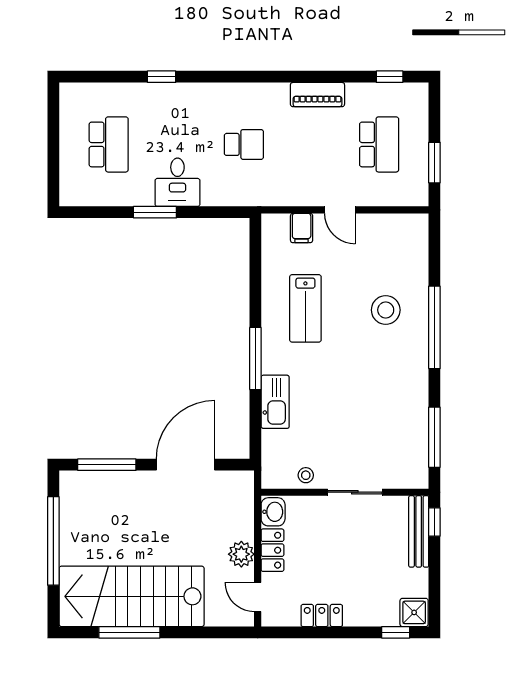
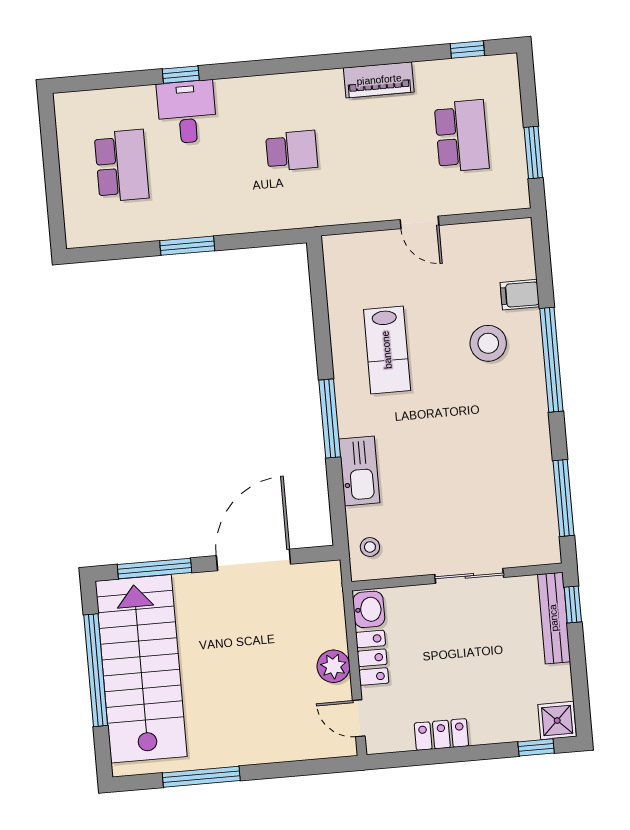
desk: (177, 182) -> (187, 112), moved, turned 180
filing cabinet: (302, 228) -> (520, 295), moved, turned 90
stool: (306, 475) -> (370, 547), moved
stairs: (132, 596) -> (141, 669), moved, turned 90

